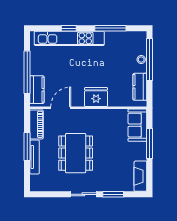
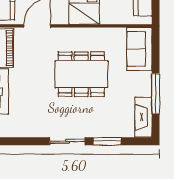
window: (150, 143) -> (156, 94), moved
dining table: (76, 153) -> (81, 74), moved, turned 90

